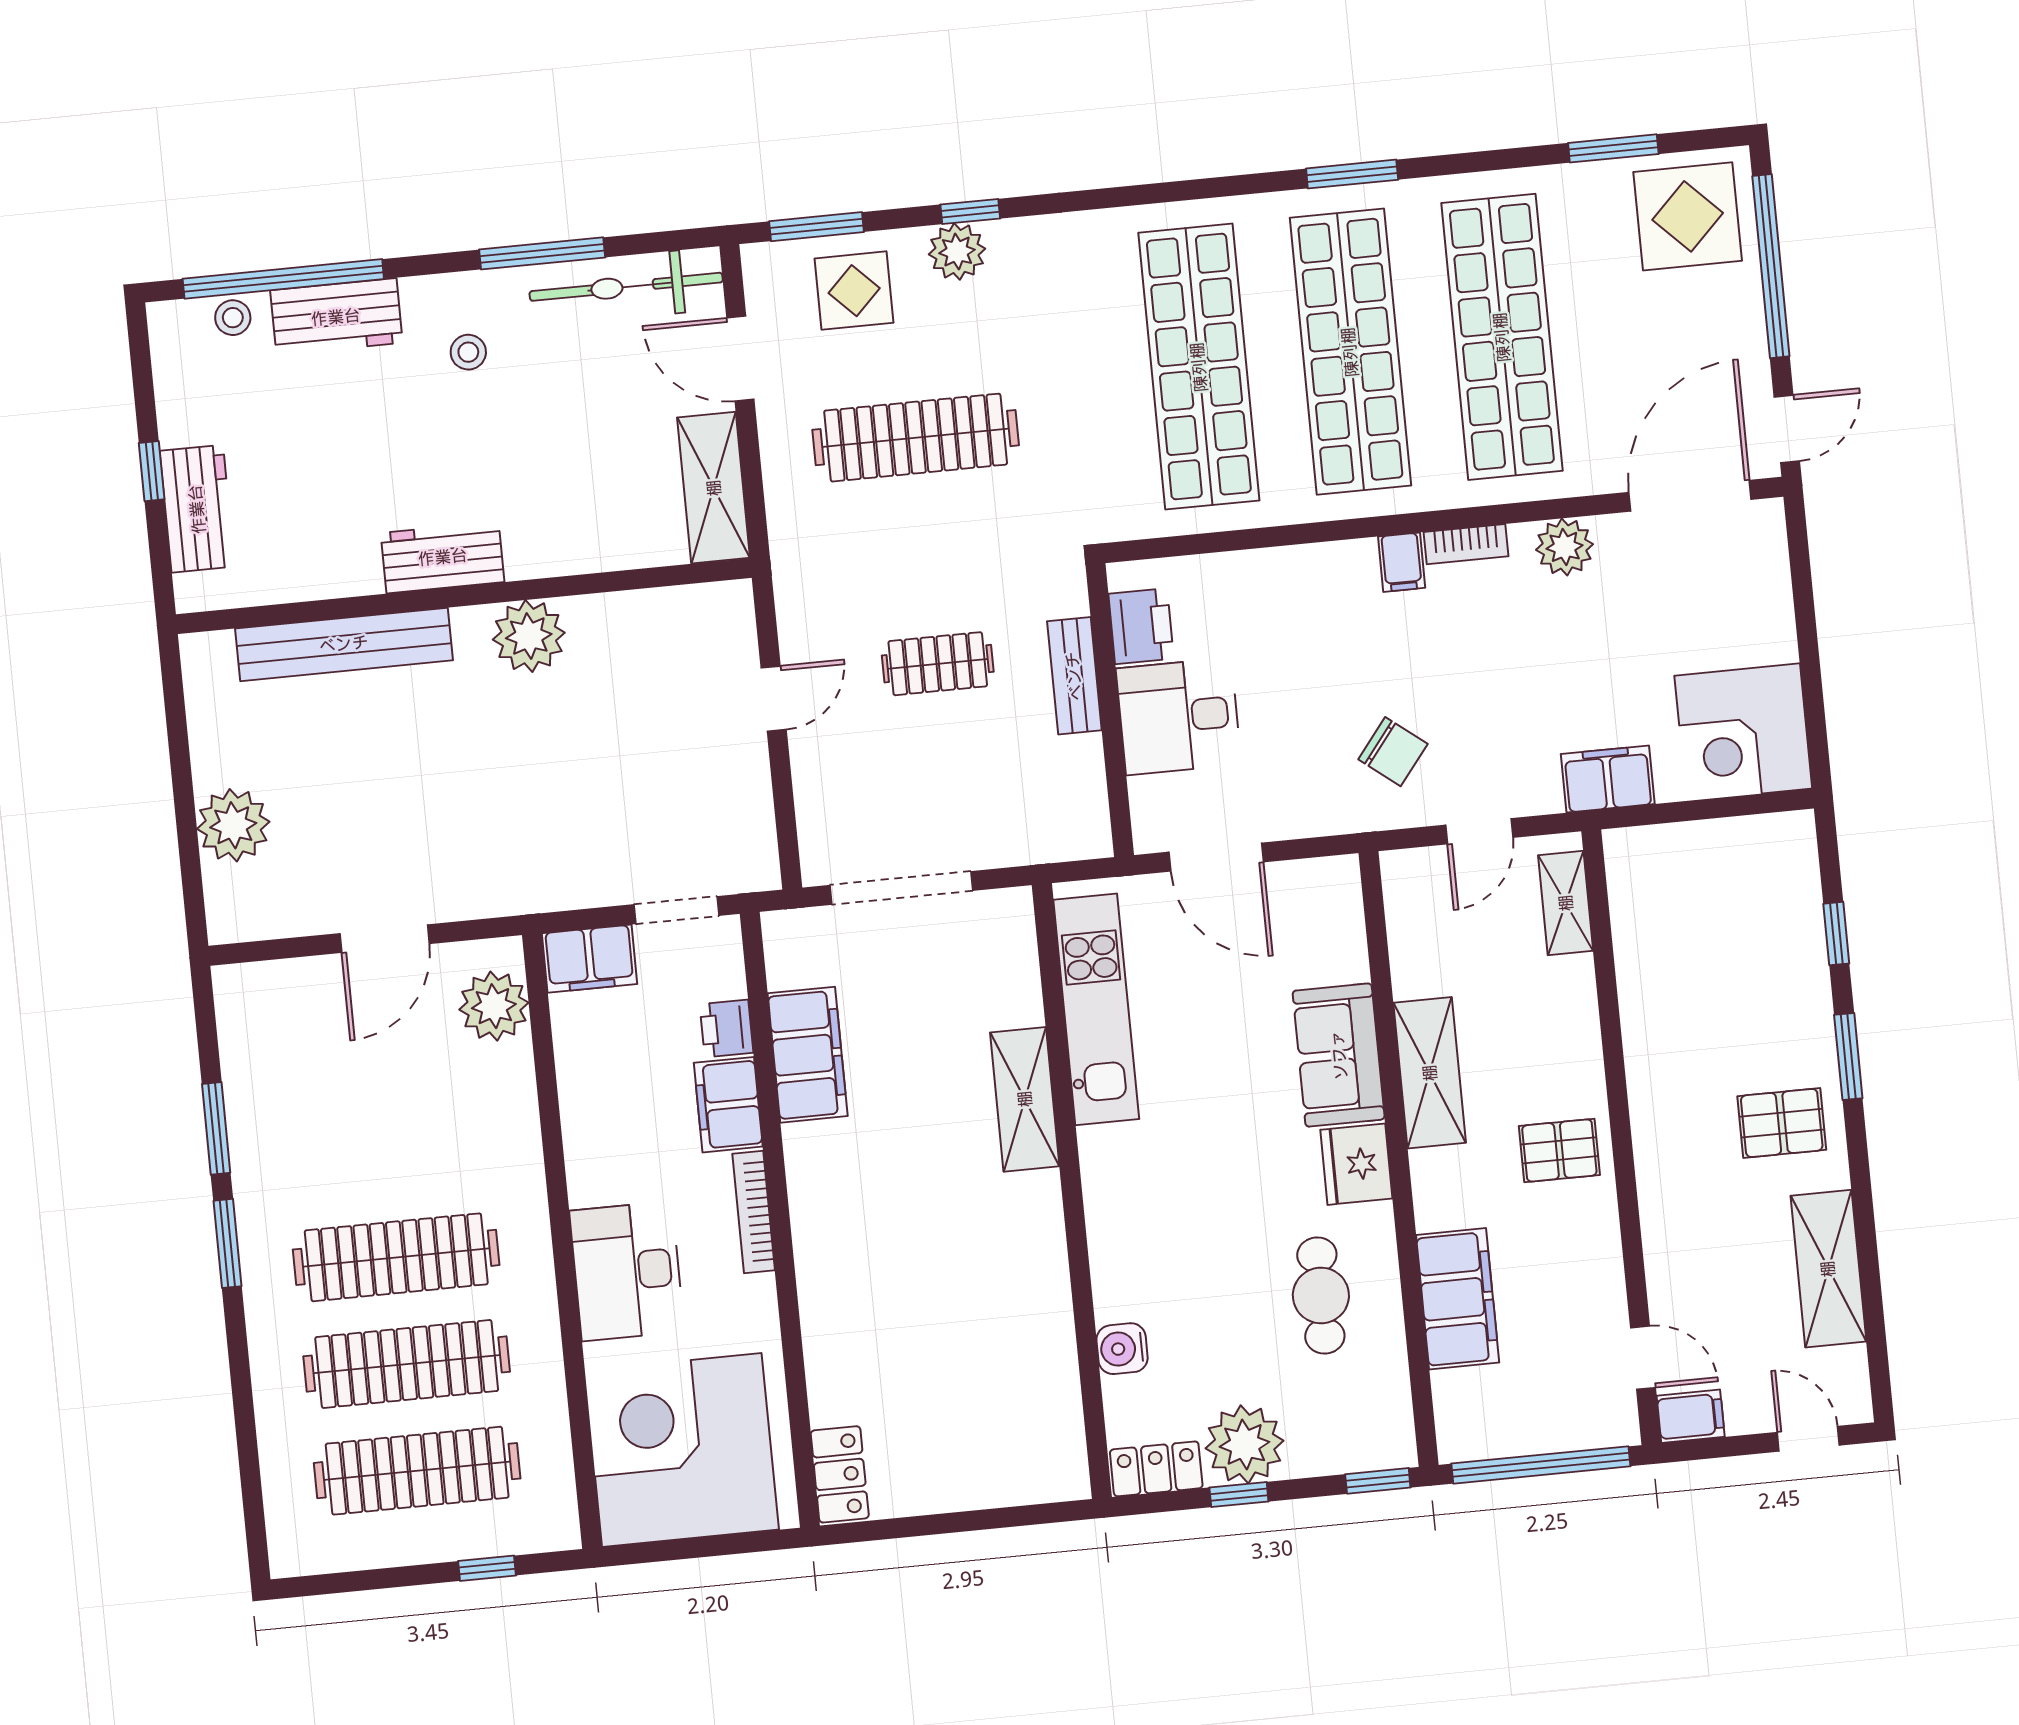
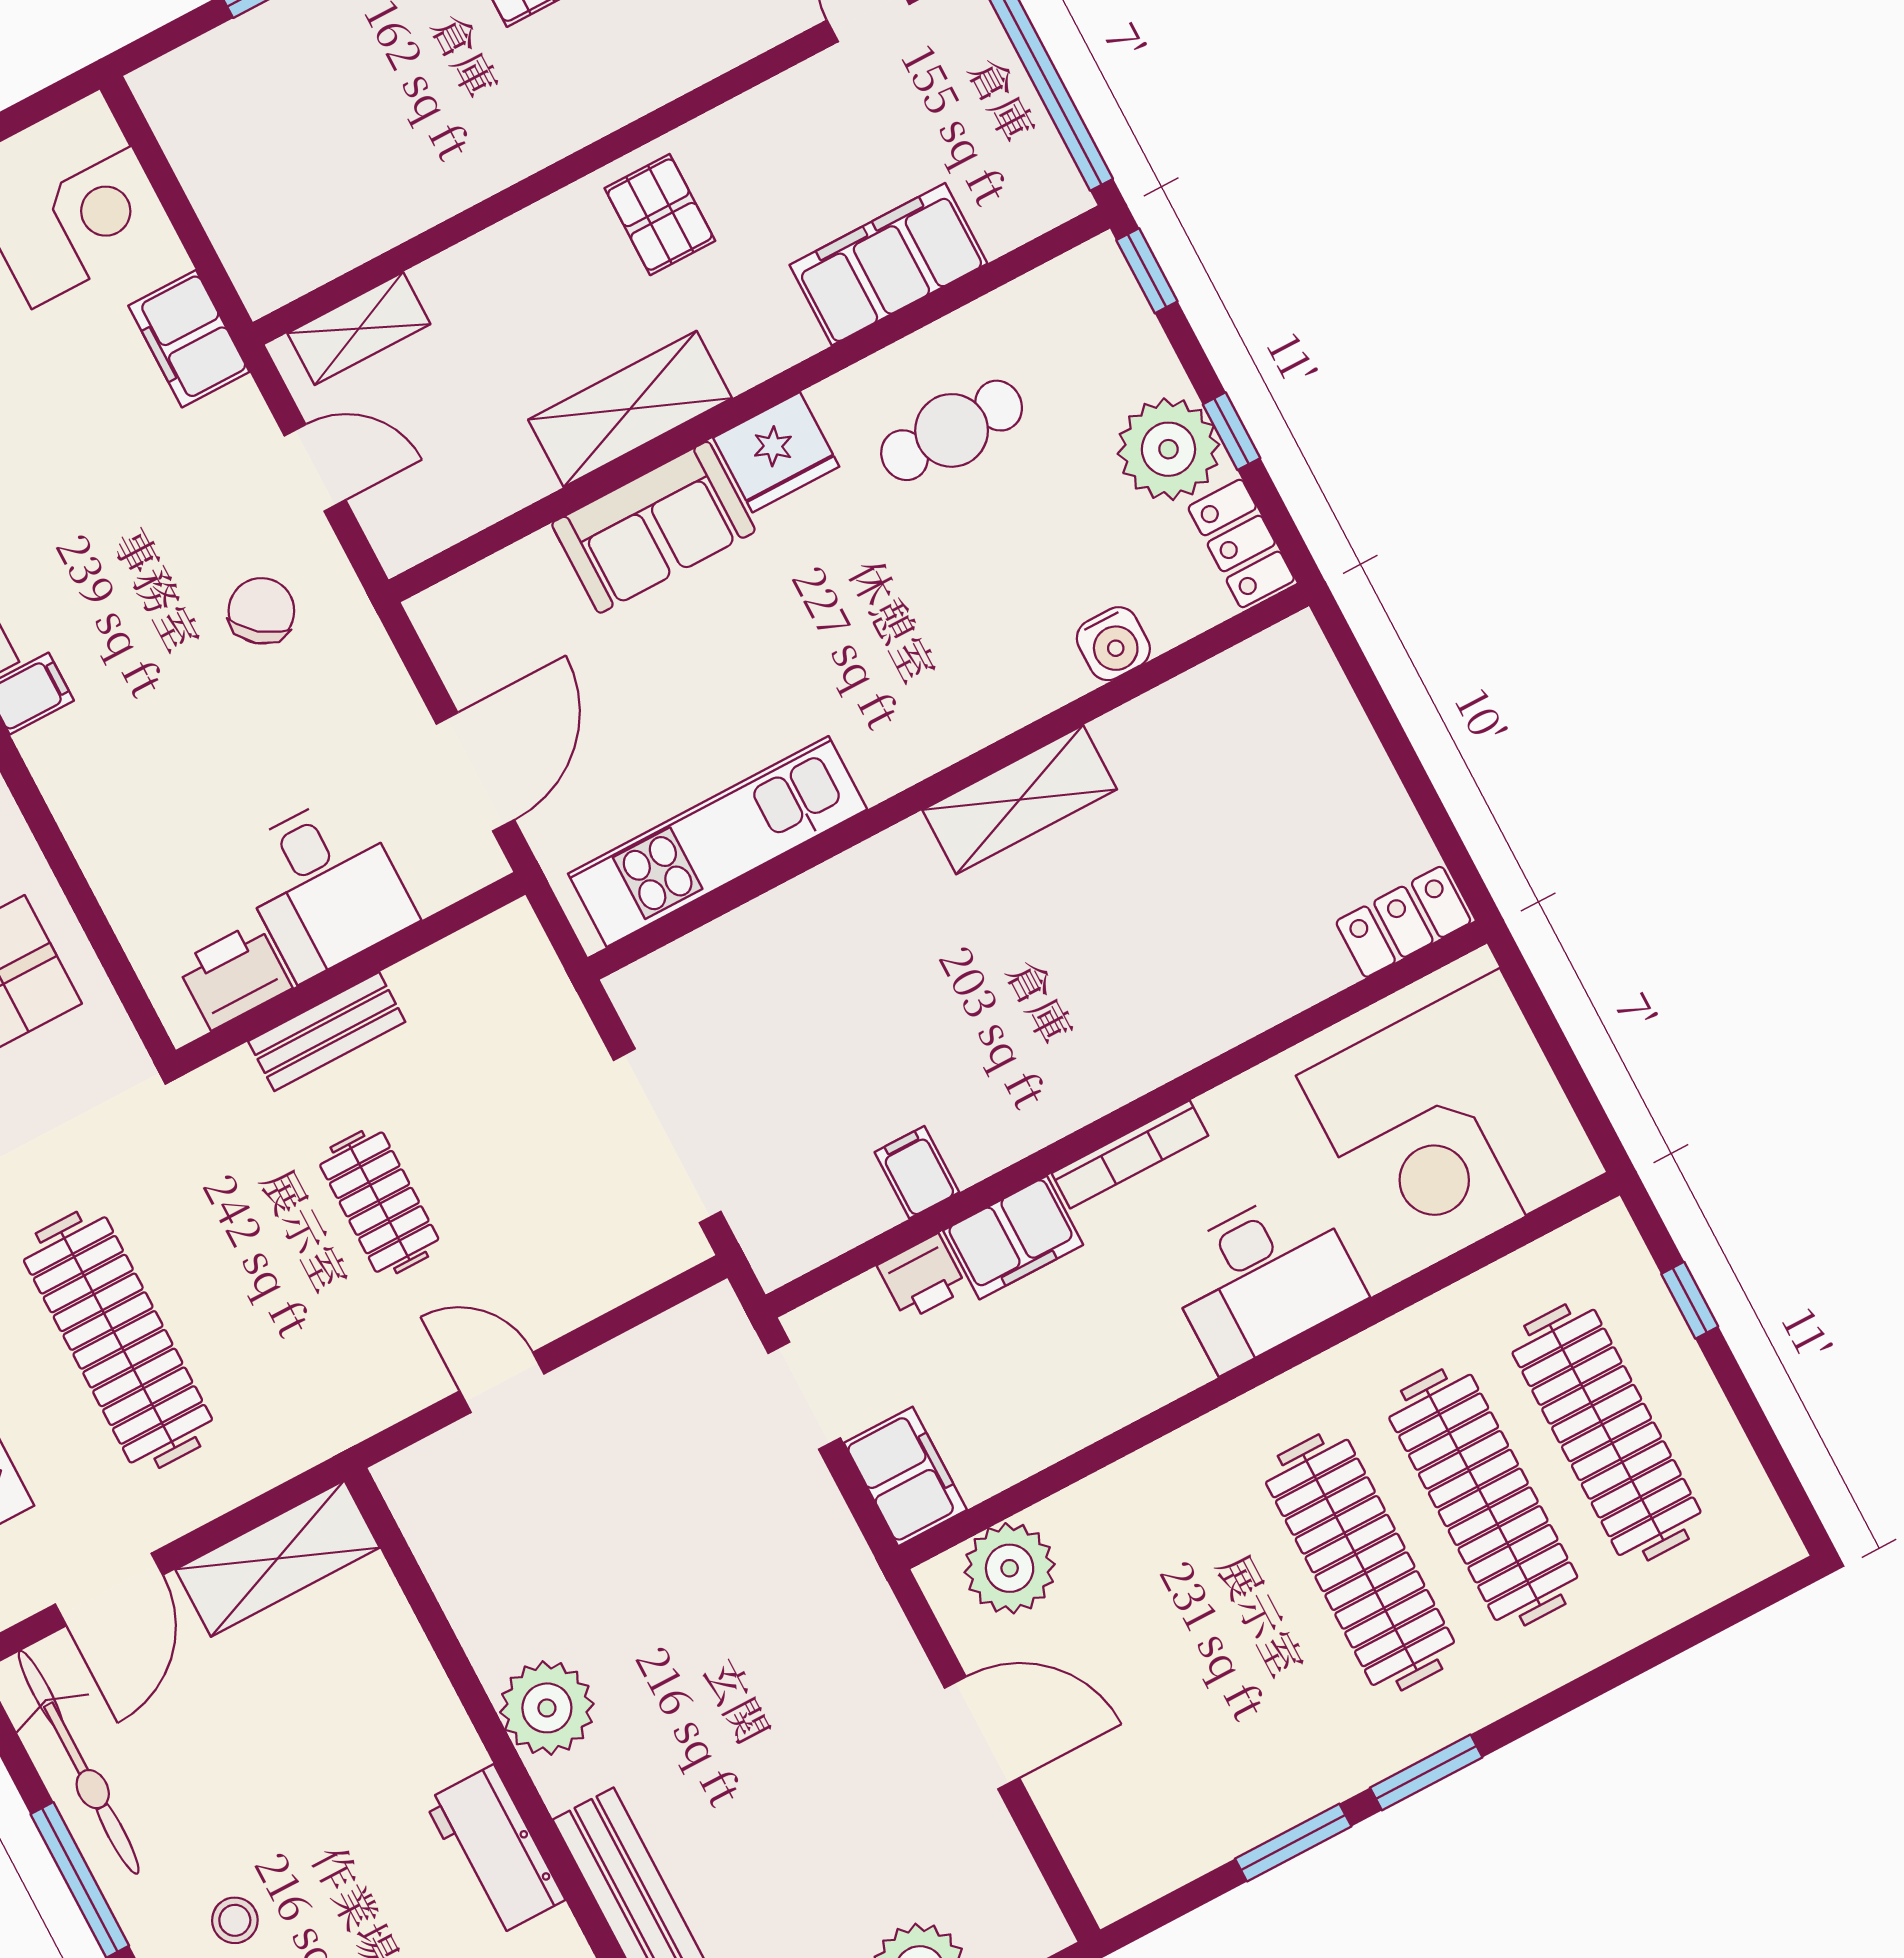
filing cabinet: (808, 1055) -> (917, 1172), width x0.33, depth x0.86
shelving: (1025, 1099) -> (1020, 800), moved

